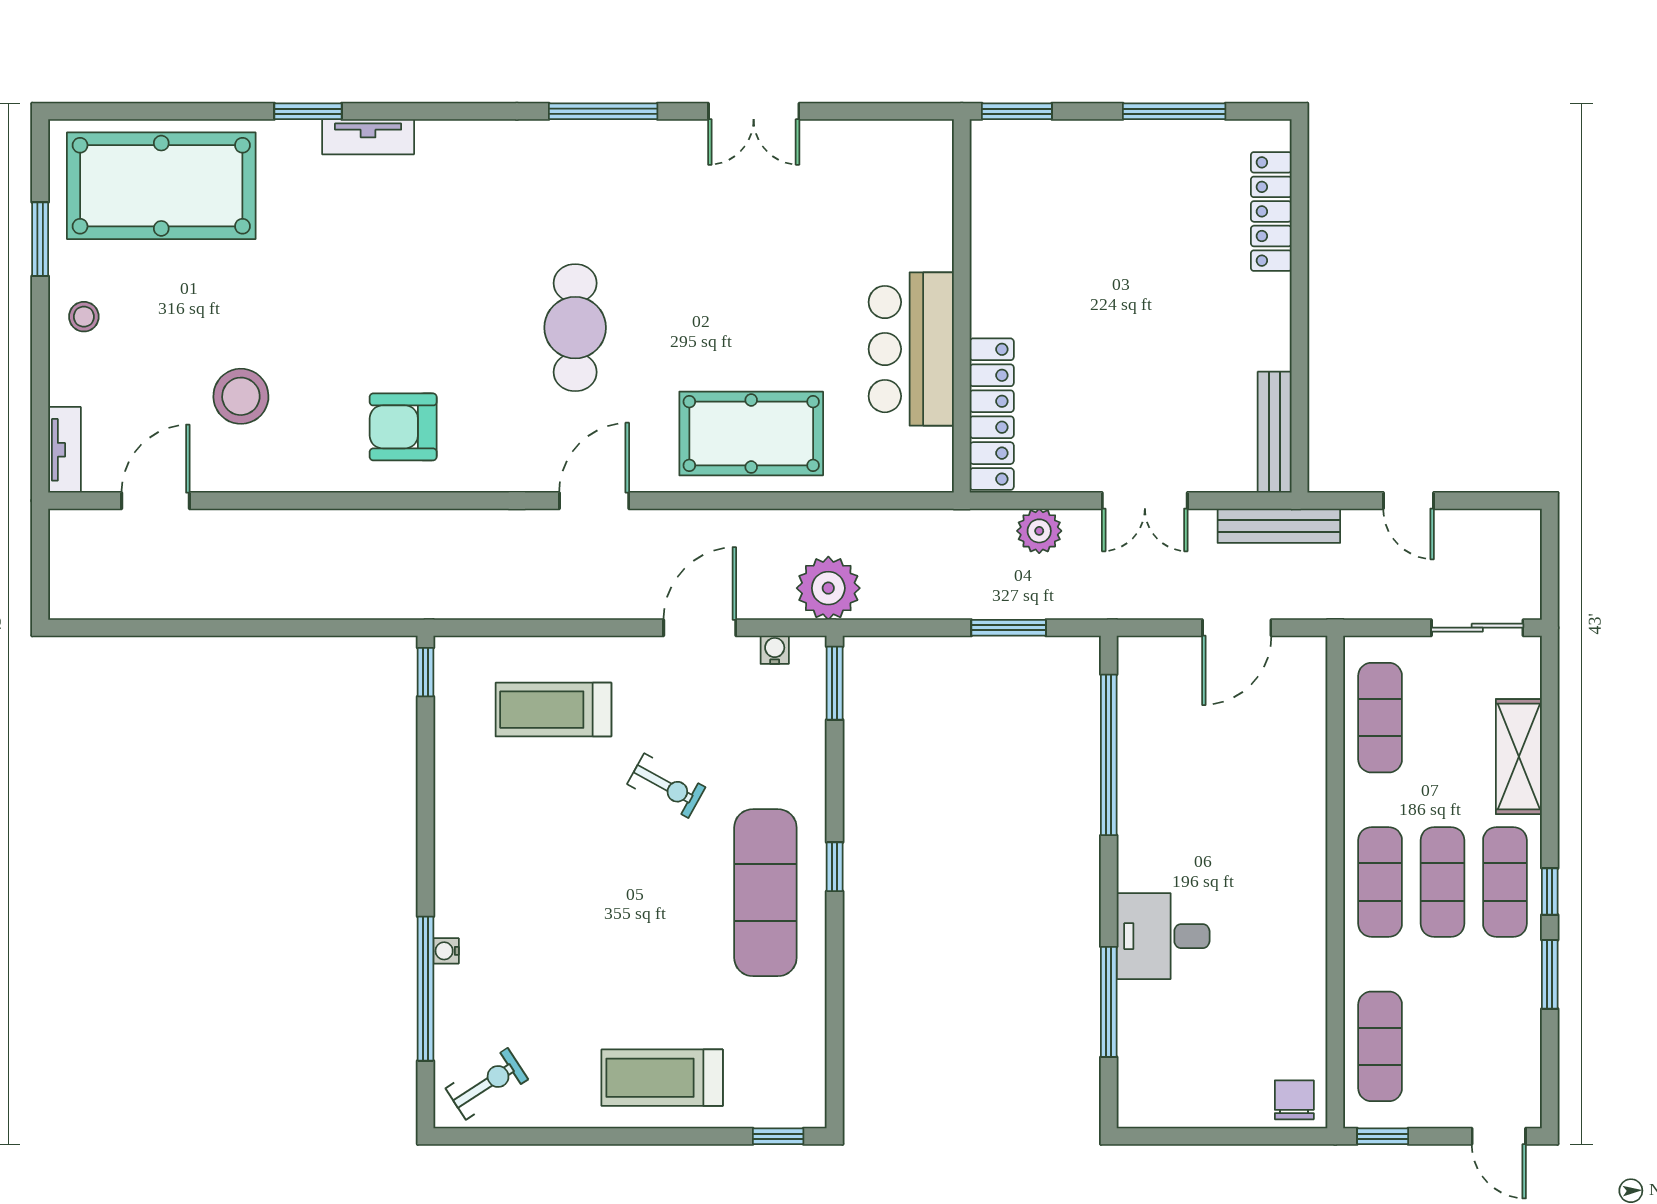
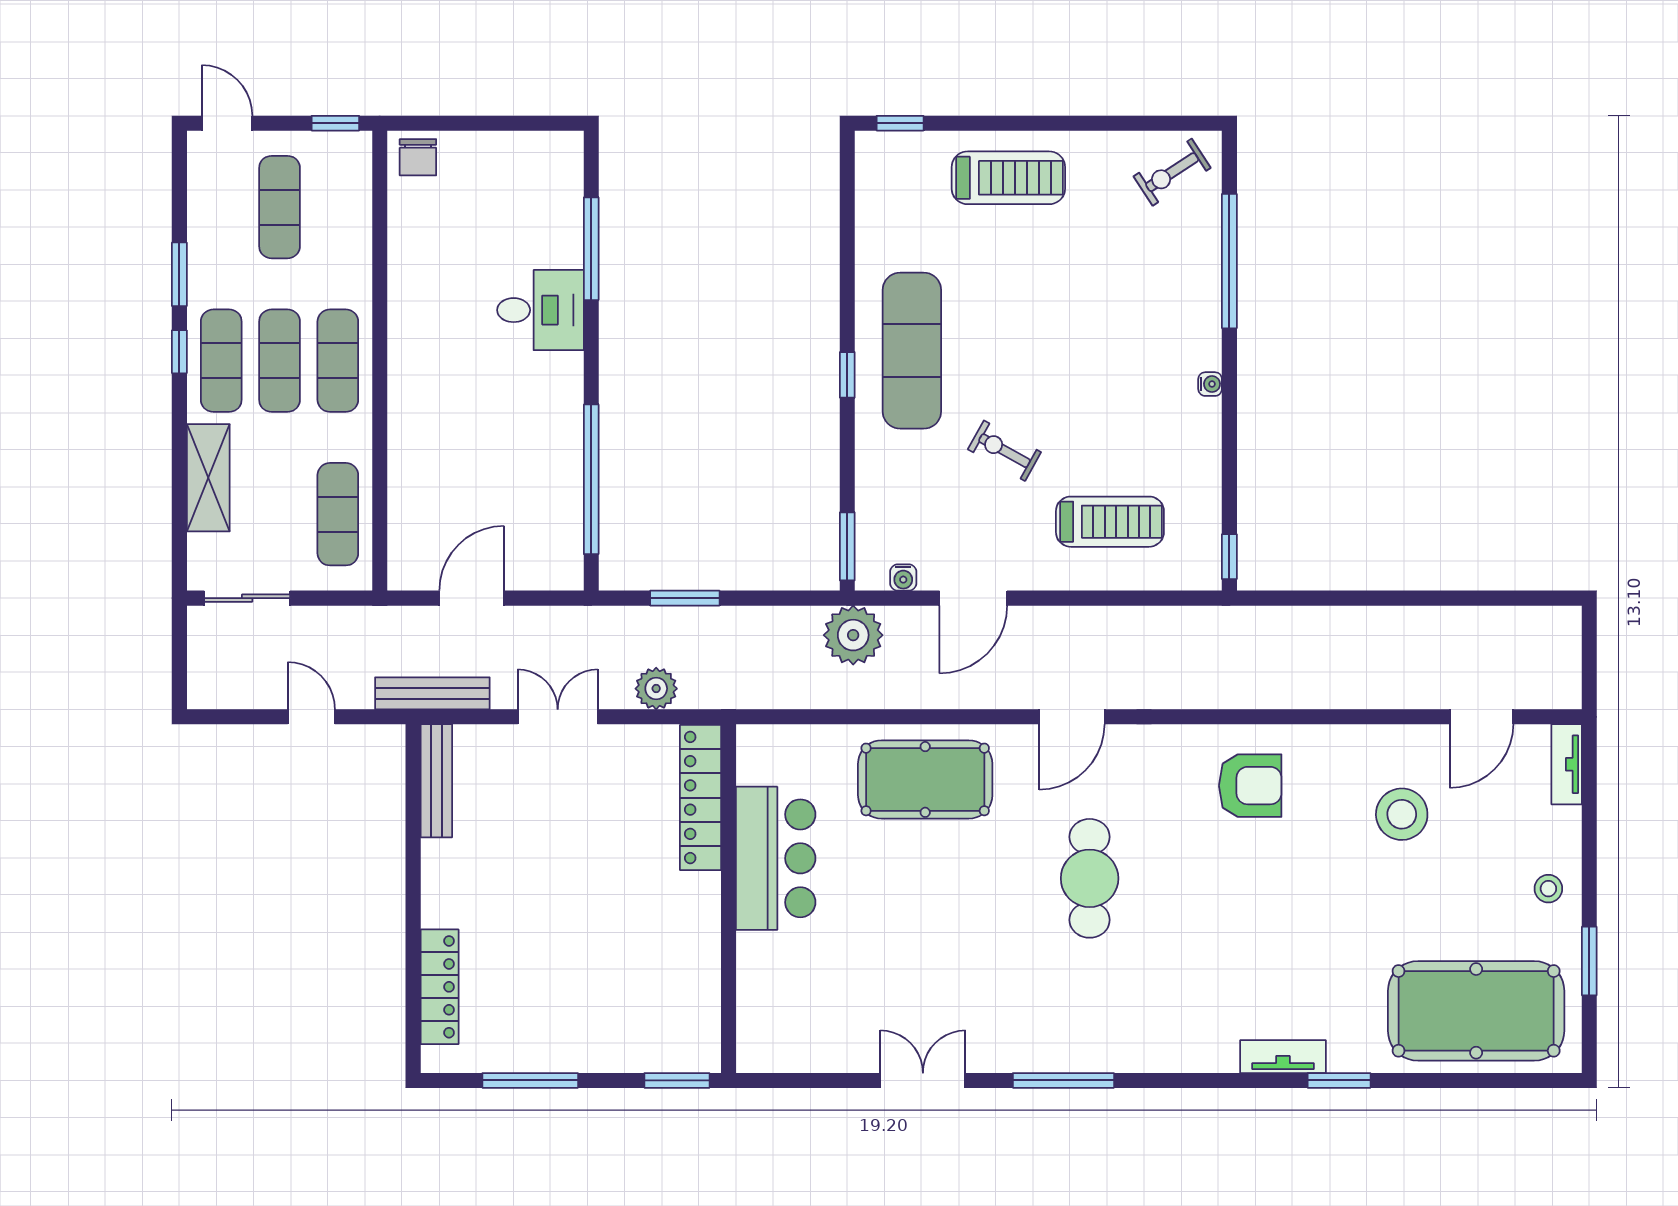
water cooler: (446, 951) -> (1210, 384), moved
exercise mat: (1380, 1046) -> (280, 207), moved

